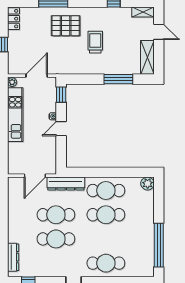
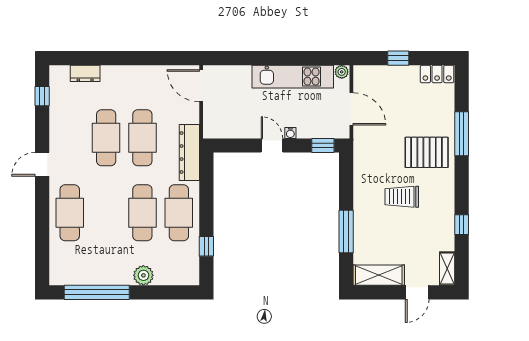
pallet: (66, 26) -> (427, 152), turned 90
trolley: (95, 42) -> (402, 197), turned 180
window: (128, 172) -> (206, 246), added
door: (35, 176) -> (201, 86), moved
plant: (148, 183) -> (143, 275), moved
dresser: (13, 257) -> (85, 73), width x0.70

